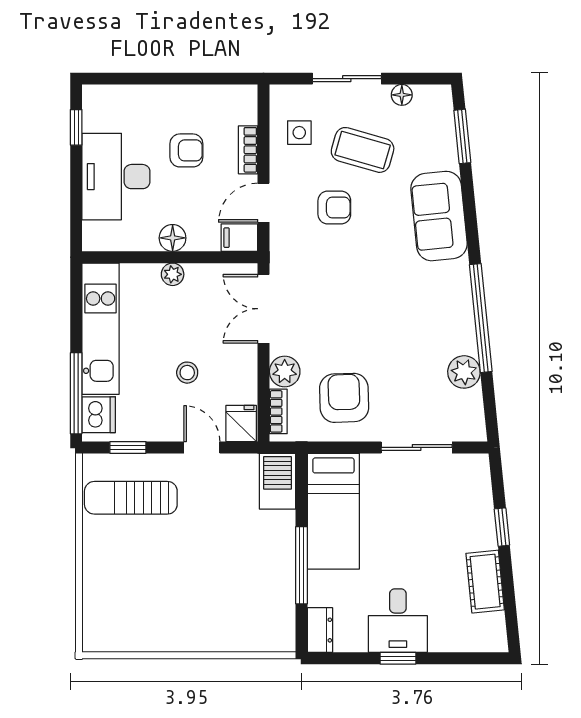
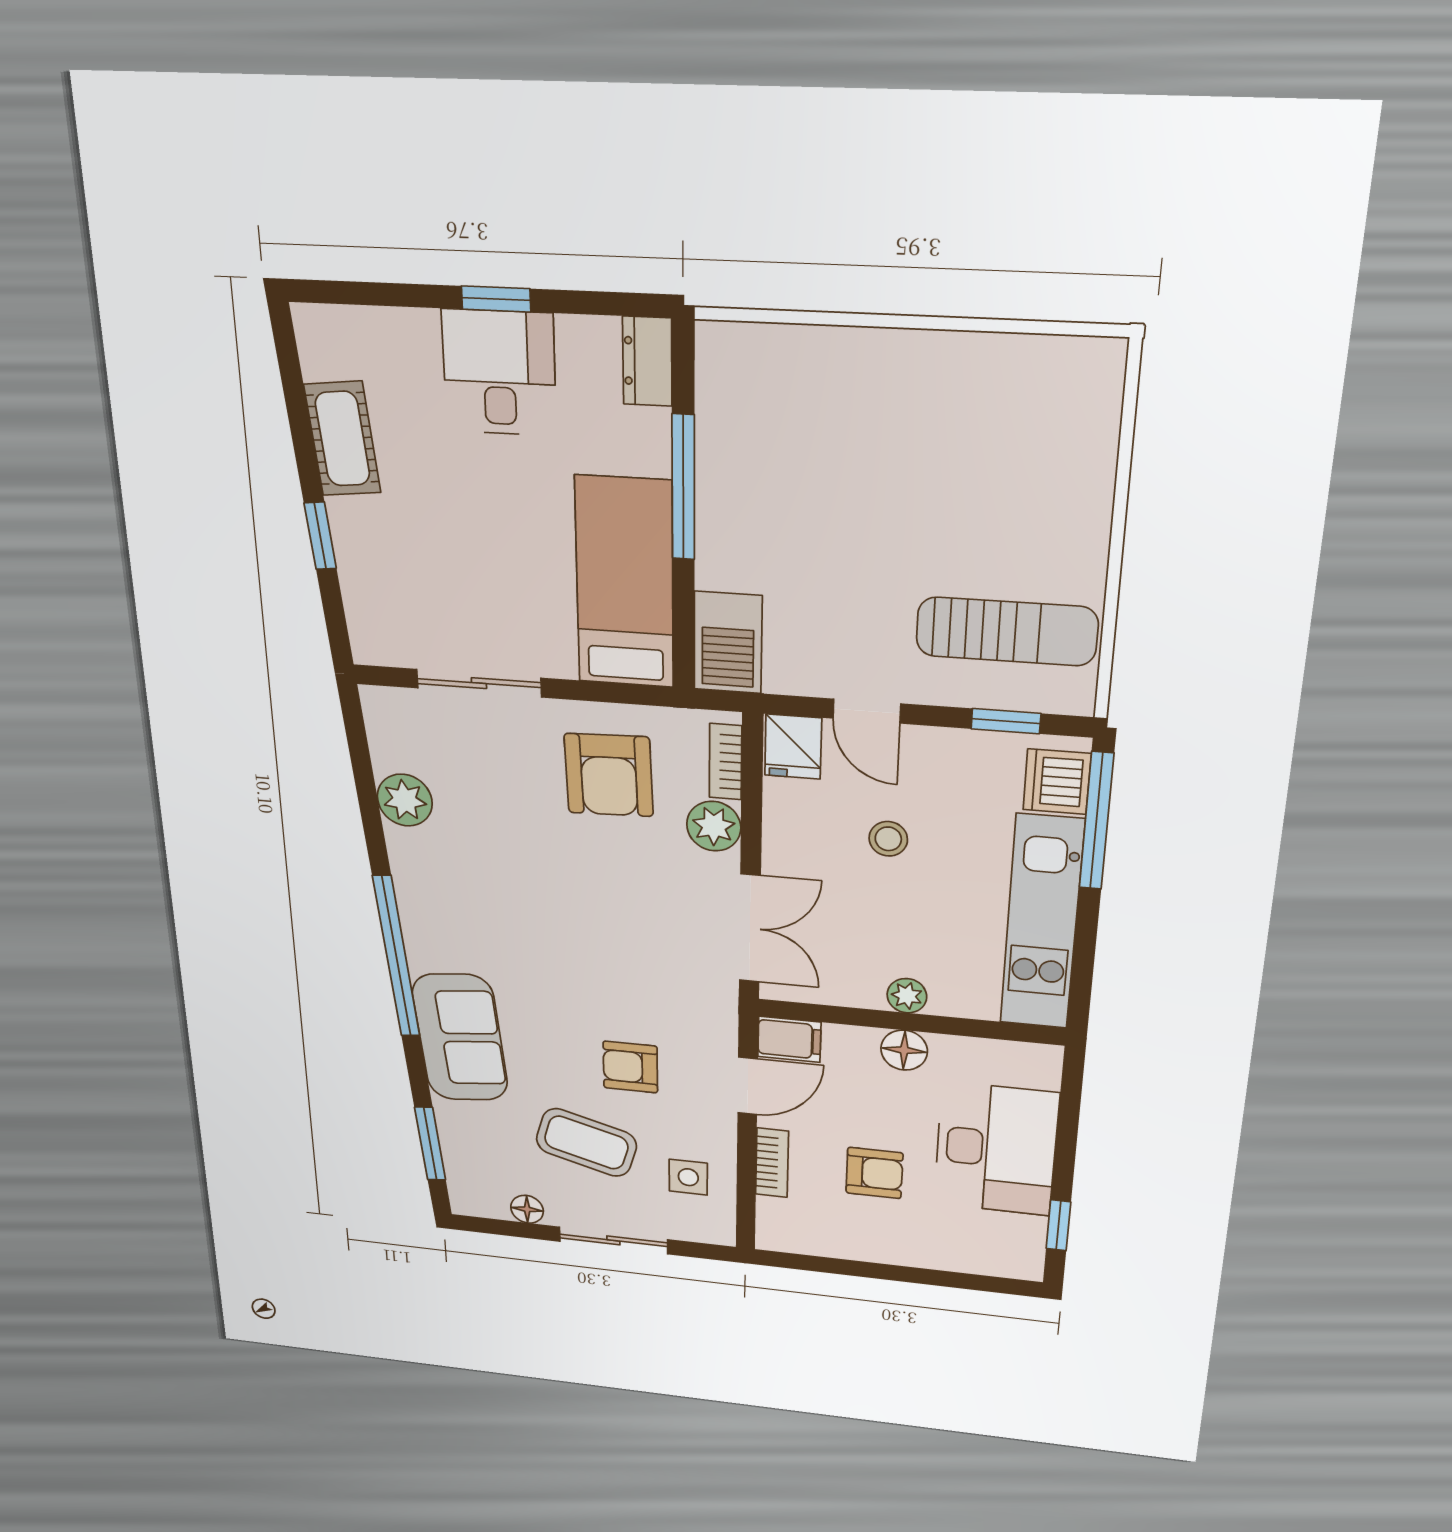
armchair: (186, 150) -> (874, 1173), turned 180
window: (481, 318) -> (396, 957), moved

